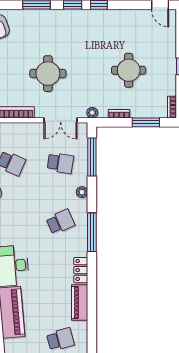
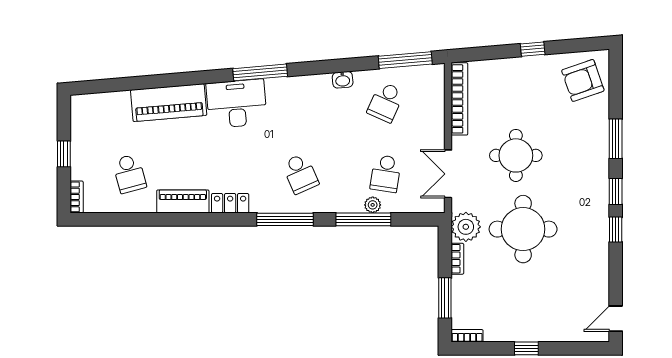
round table: (129, 70) -> (523, 229), moved, width x1.36, depth x1.36
plant: (92, 113) -> (466, 227), width x1.87, depth x1.87
window: (92, 157) -> (363, 219), moved
plant: (82, 192) -> (373, 205), moved

